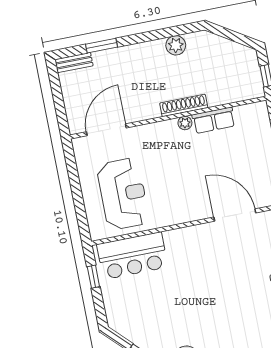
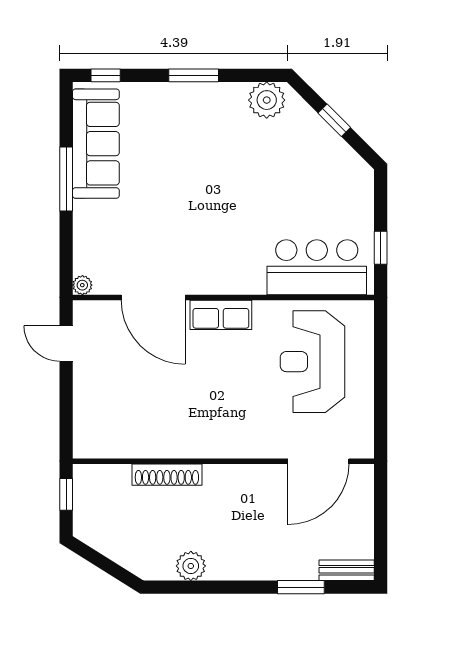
shoe rack: (184, 105) -> (167, 475), moved
row of seats: (214, 120) -> (221, 315), moved, turned 180
plant: (185, 123) -> (200, 448), removed

